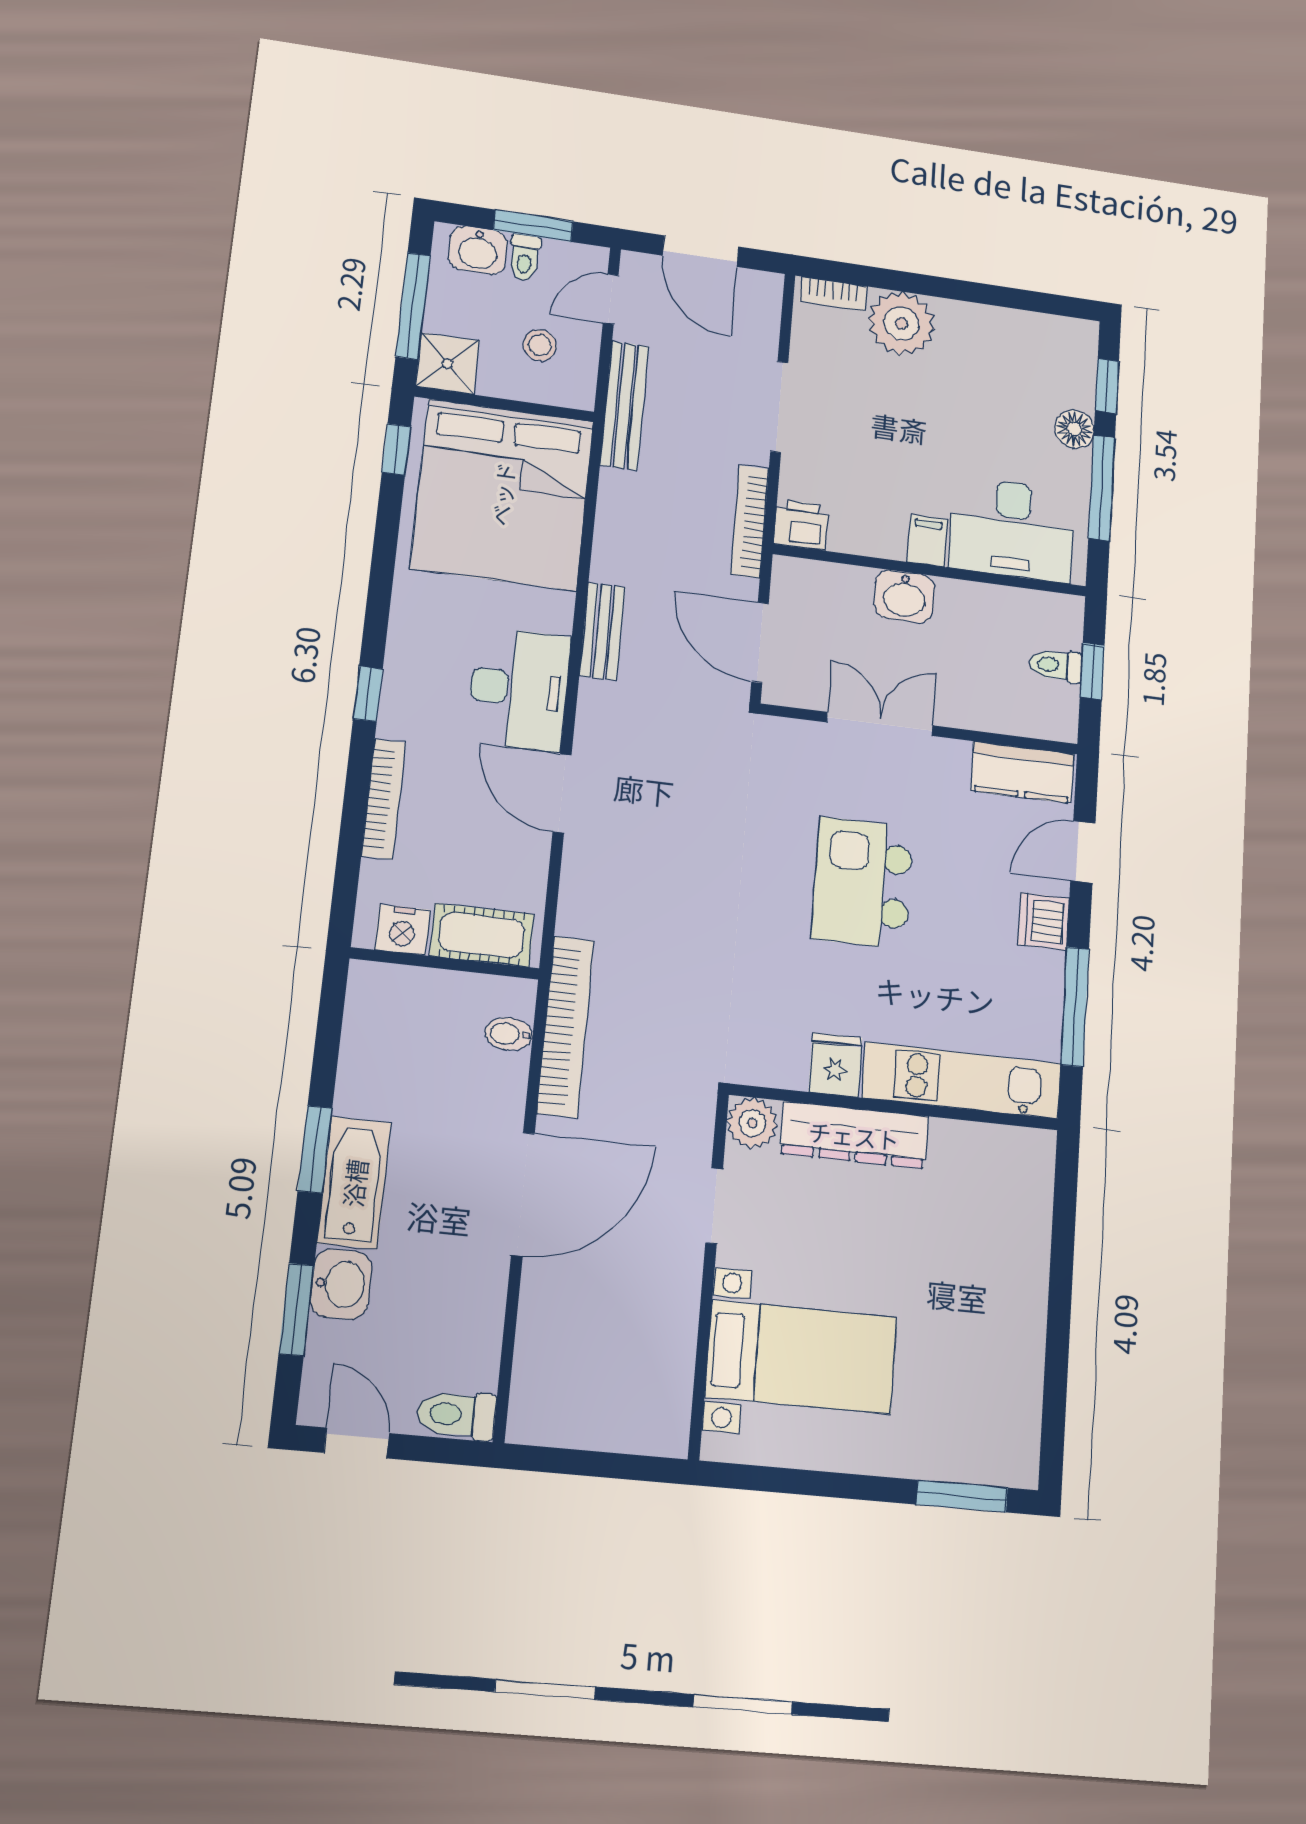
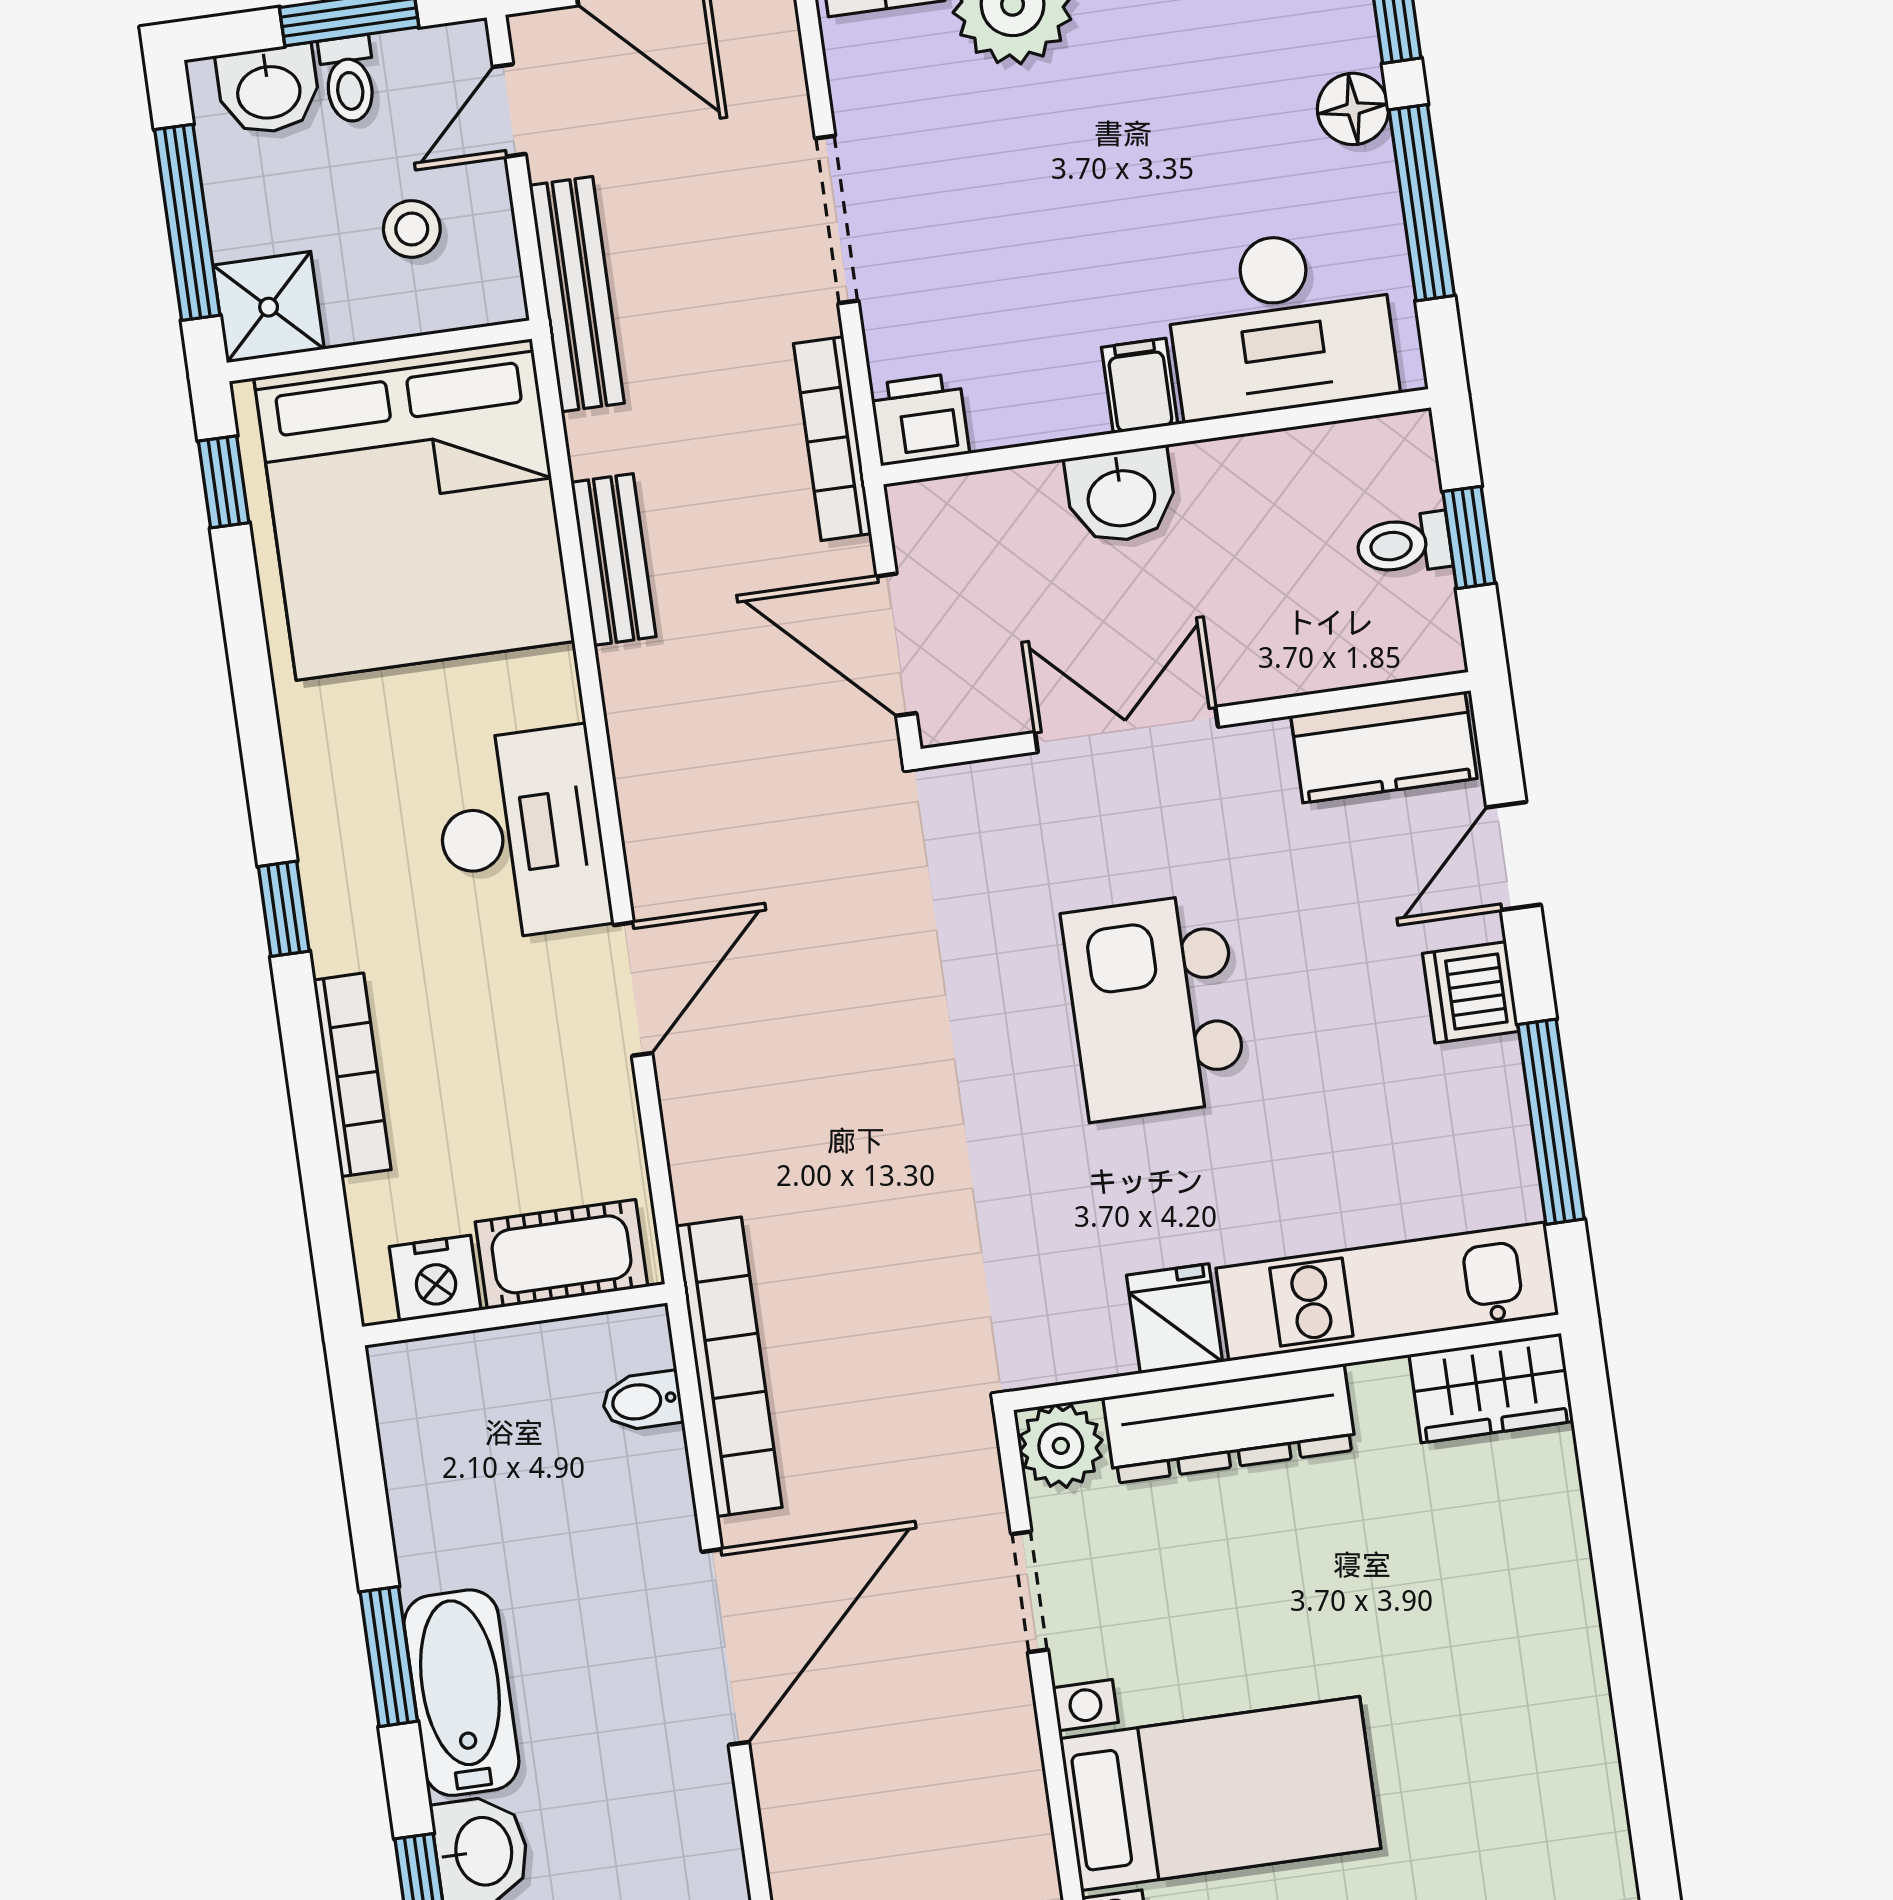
bench: (602, 631) -> (614, 560), moved
door: (562, 793) -> (633, 989), swing flipped
wardrobe: (1011, 1152) -> (1491, 1388), added

